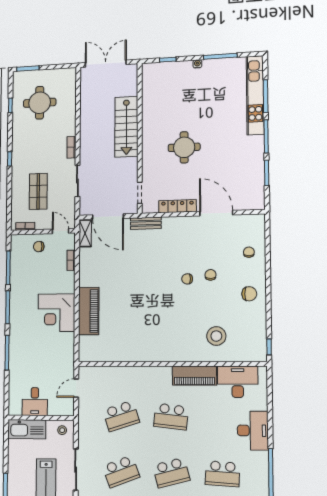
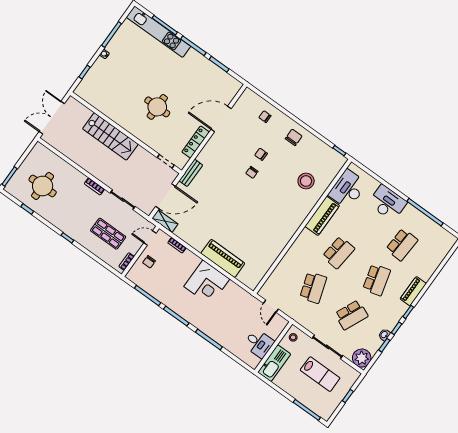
school desk: (121, 471) -> (351, 315), turned 45

